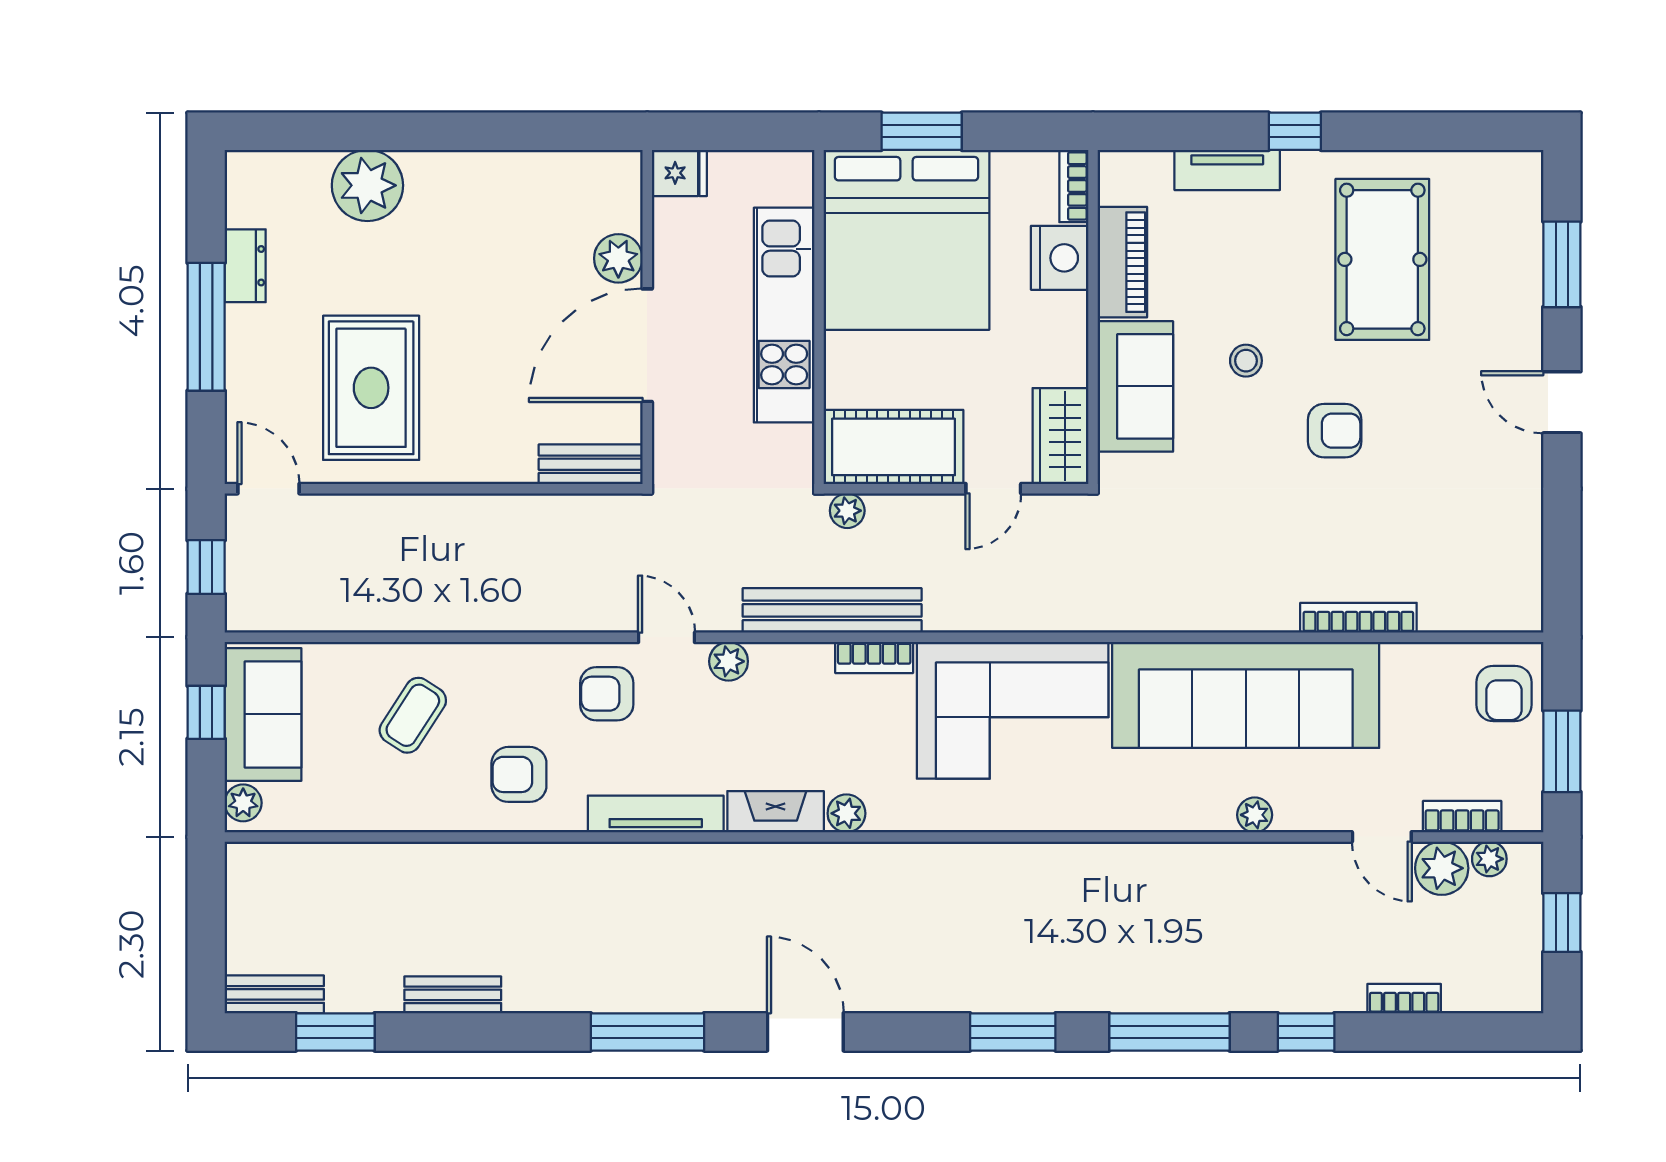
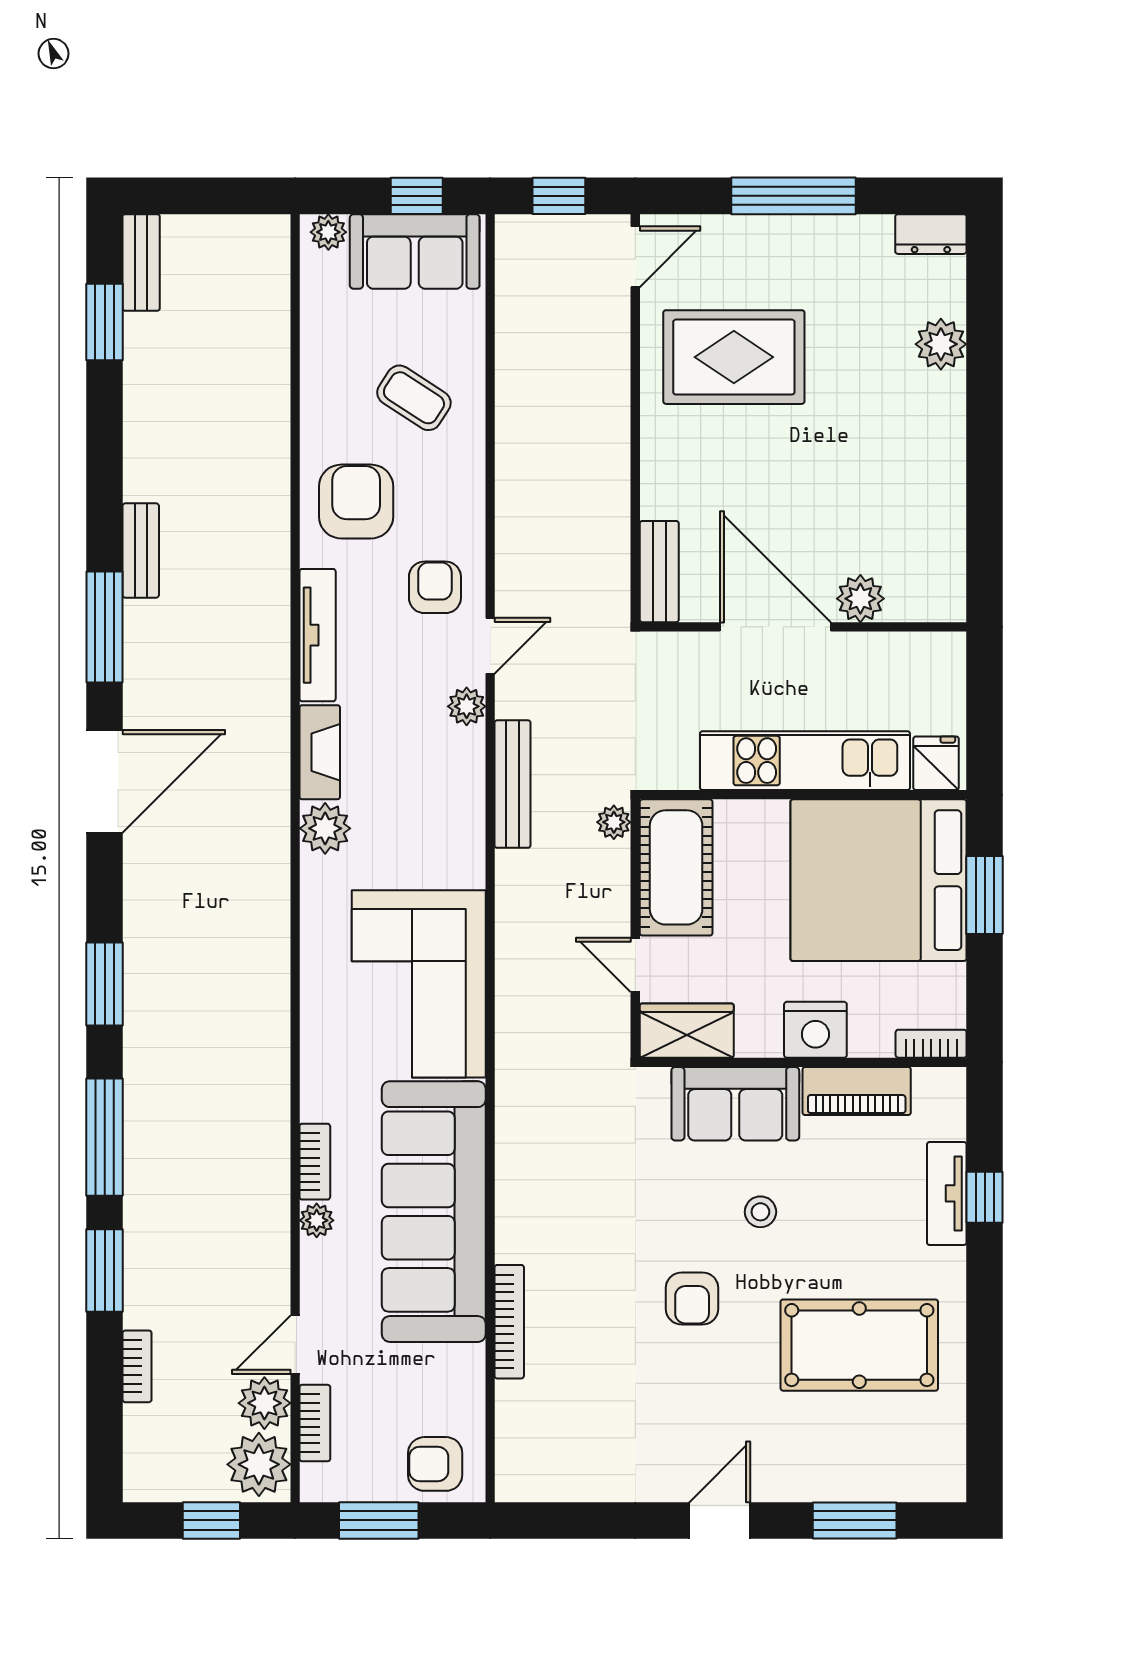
window: (1295, 131) -> (985, 1197), moved
fridge: (679, 173) -> (936, 763), moved, turned 180
plant: (367, 185) -> (941, 344), width x0.73, depth x0.73
nightstand: (1060, 258) -> (815, 1030), moved
dresser: (245, 266) -> (931, 234), moved
bench: (832, 610) -> (513, 784), width x0.73, depth x0.82
bookcase: (874, 658) -> (315, 1162), moved, turned 180
armchair: (519, 774) -> (356, 502), width x1.38, depth x1.38
plant: (846, 813) -> (325, 828), width x1.38, depth x1.38
plant: (1489, 859) -> (259, 1464), width x1.87, depth x1.87
bench: (453, 995) -> (141, 551), moved
door: (805, 1032) -> (105, 781), width x1.36
window: (1306, 1032) -> (105, 1271), width x1.50

